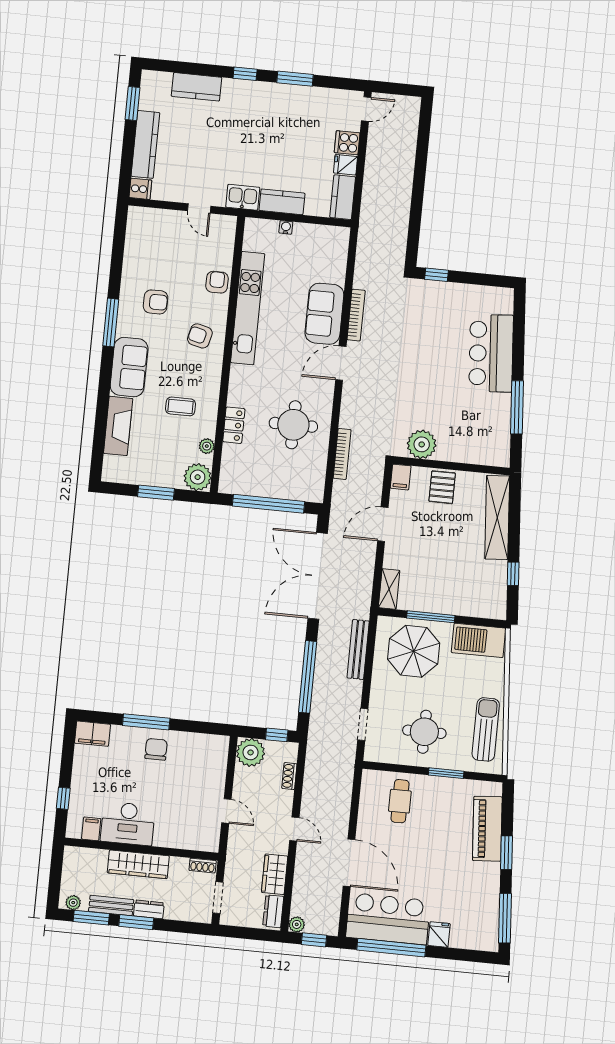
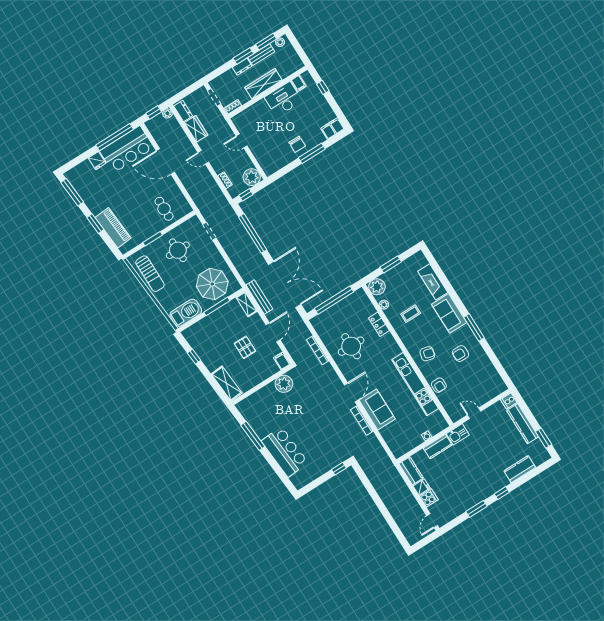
pallet: (442, 487) -> (245, 347), moved
shelving: (497, 517) -> (227, 383), width x0.68
bench: (358, 649) -> (259, 297), moved

